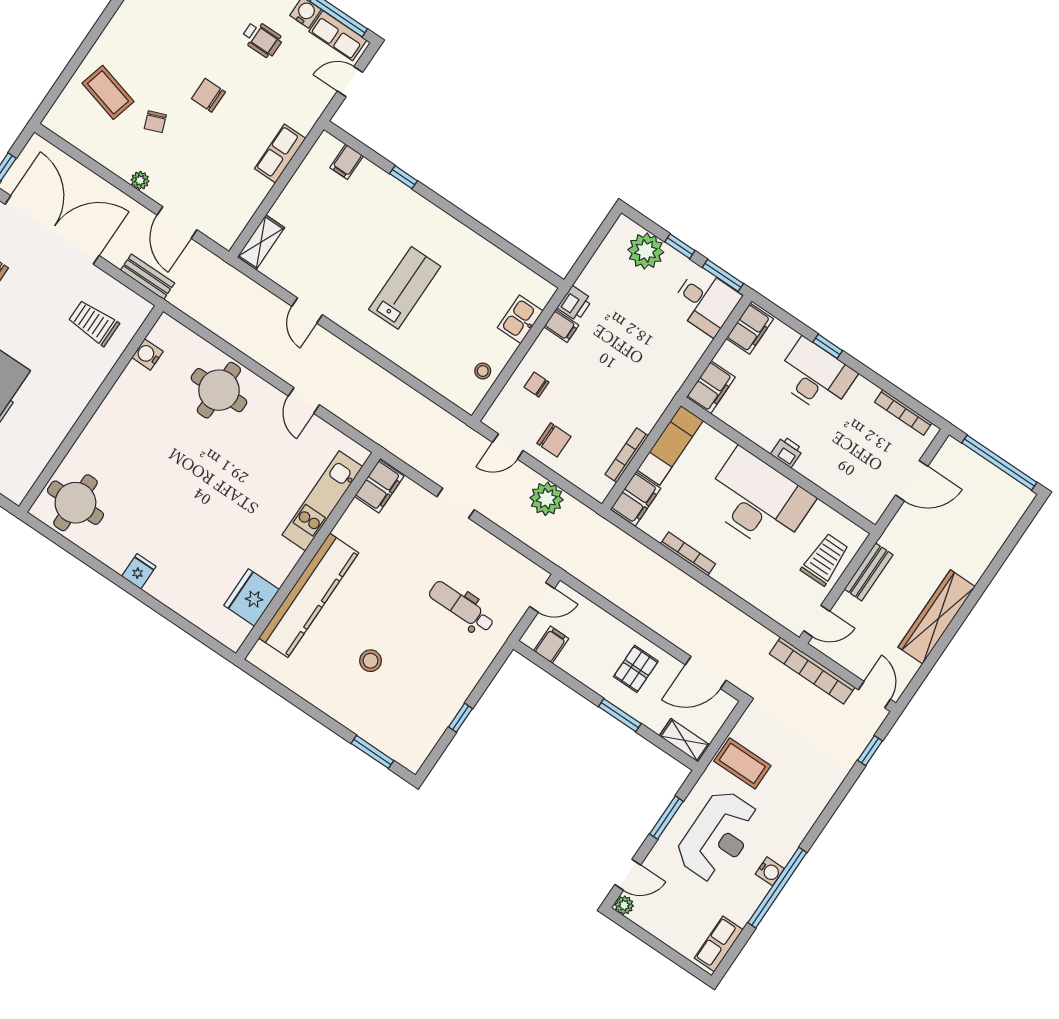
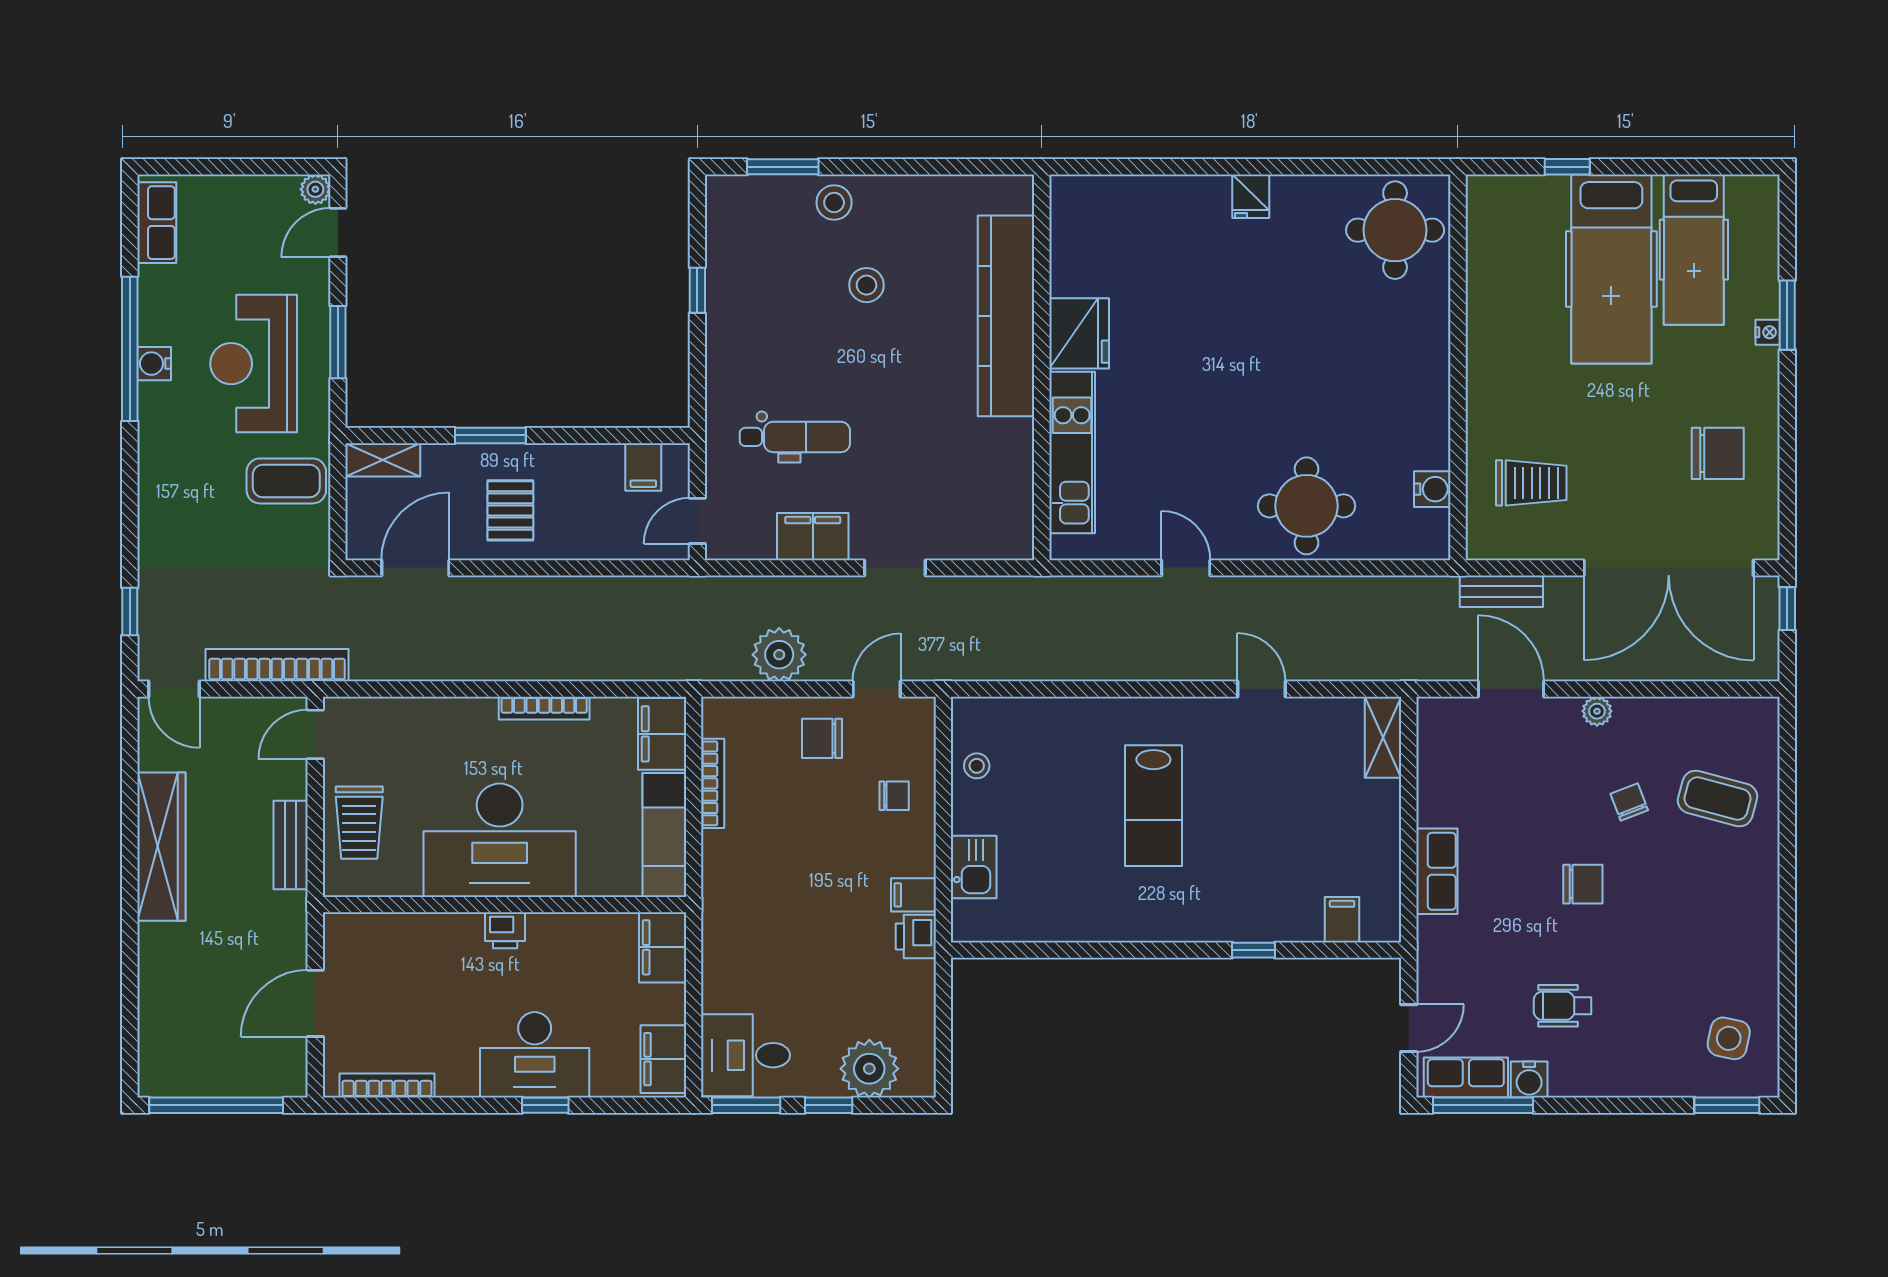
filing cabinet: (379, 486) -> (813, 537), moved, turned 90
fridge: (252, 597) -> (1079, 333), moved
stool: (358, 715) -> (834, 203), added

